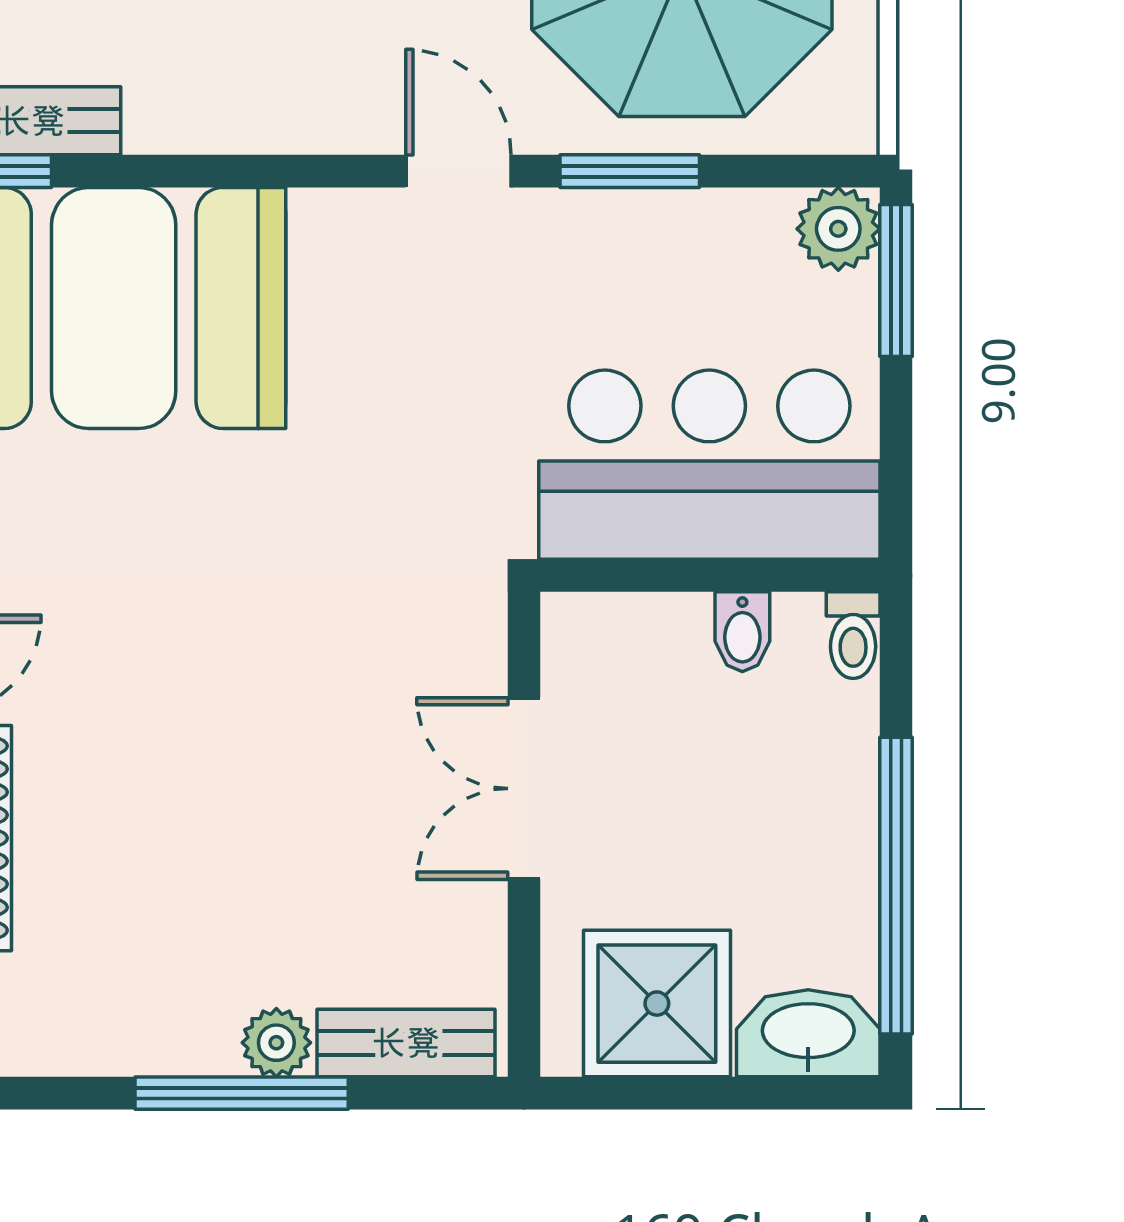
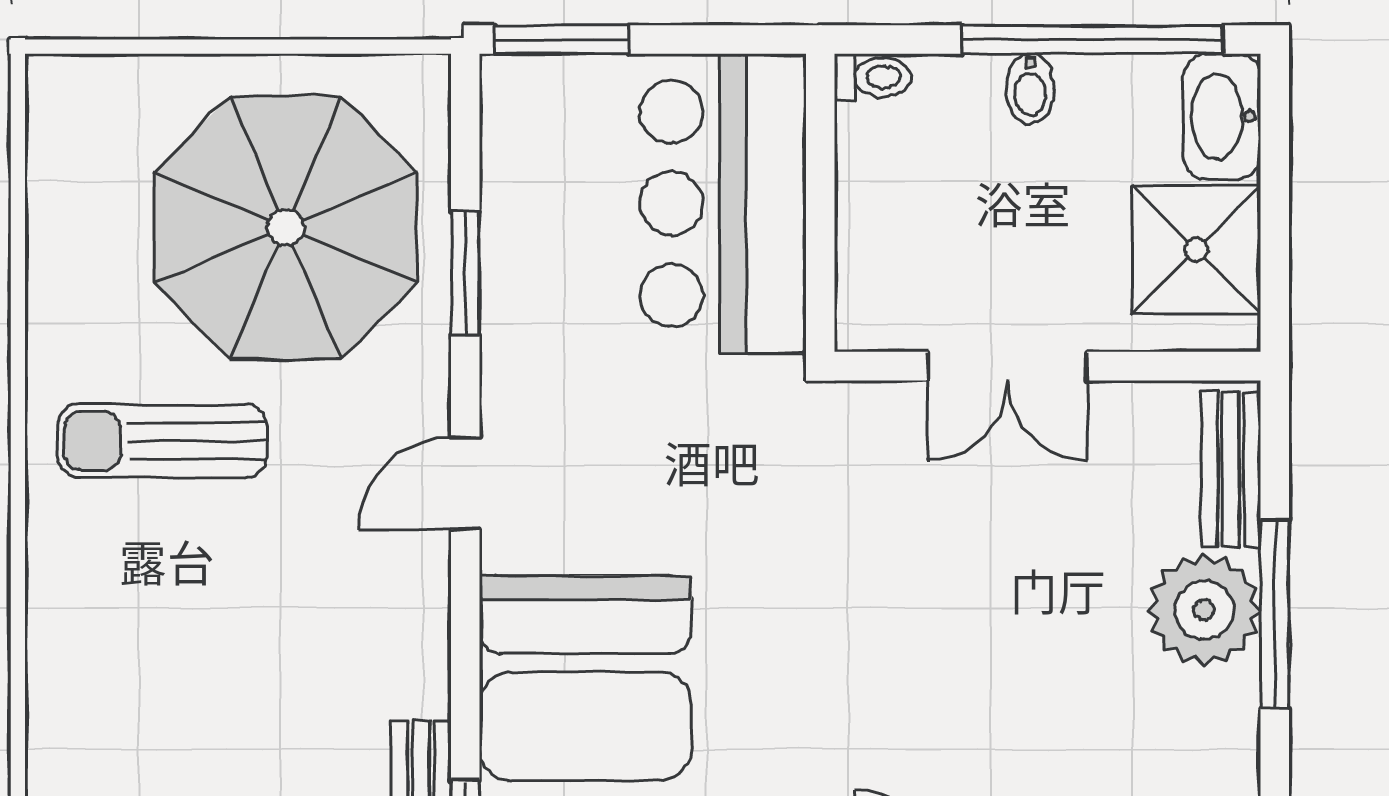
door: (458, 171) -> (465, 483), moved
plant: (838, 229) -> (516, 90), removed
bidet: (742, 632) -> (1030, 89), moved, turned 90
plant: (276, 1043) -> (1204, 610), width x1.87, depth x1.87

